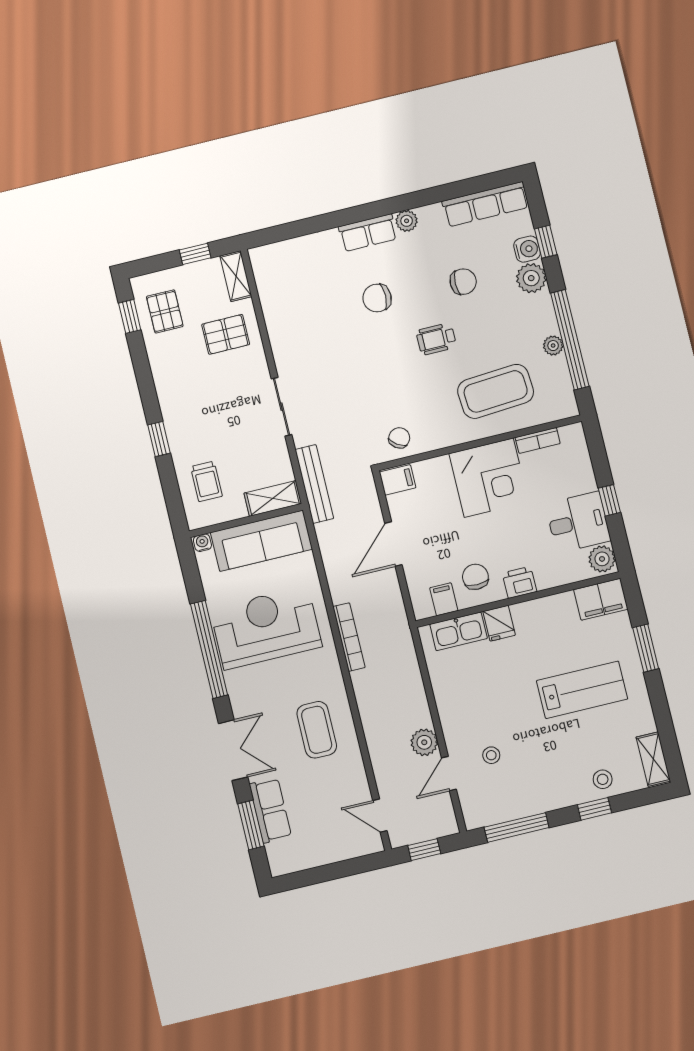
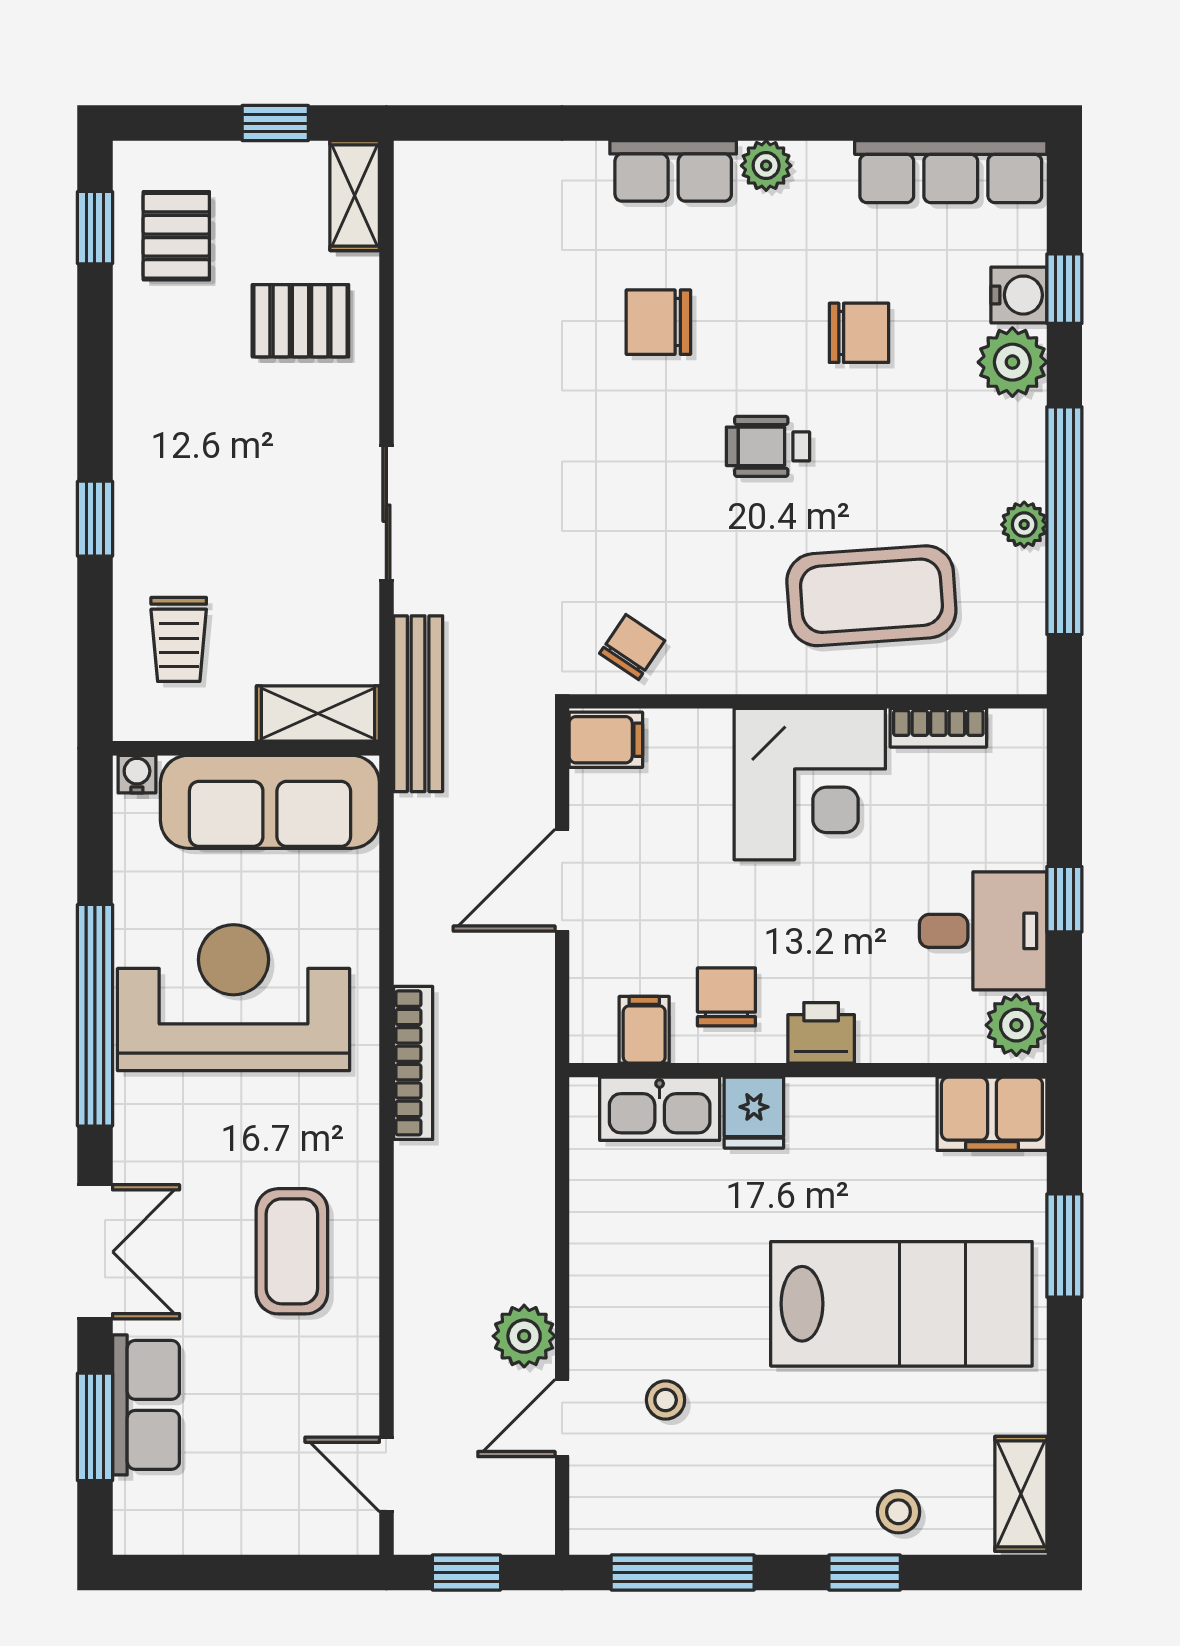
lab bench: (582, 690) -> (901, 1304), width x1.36, depth x1.39

